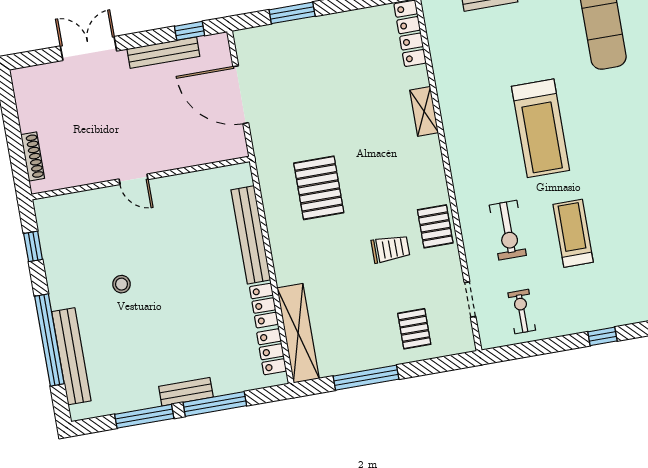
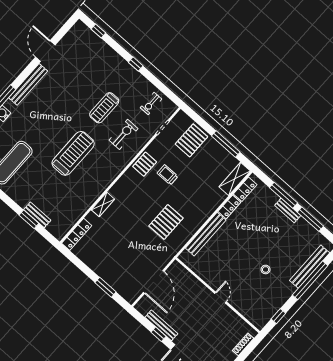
window: (190, 31) -> (158, 334), moved
pallet: (414, 329) -> (191, 140), width x1.50, depth x1.42
shelving: (298, 333) -> (235, 179), width x0.68

